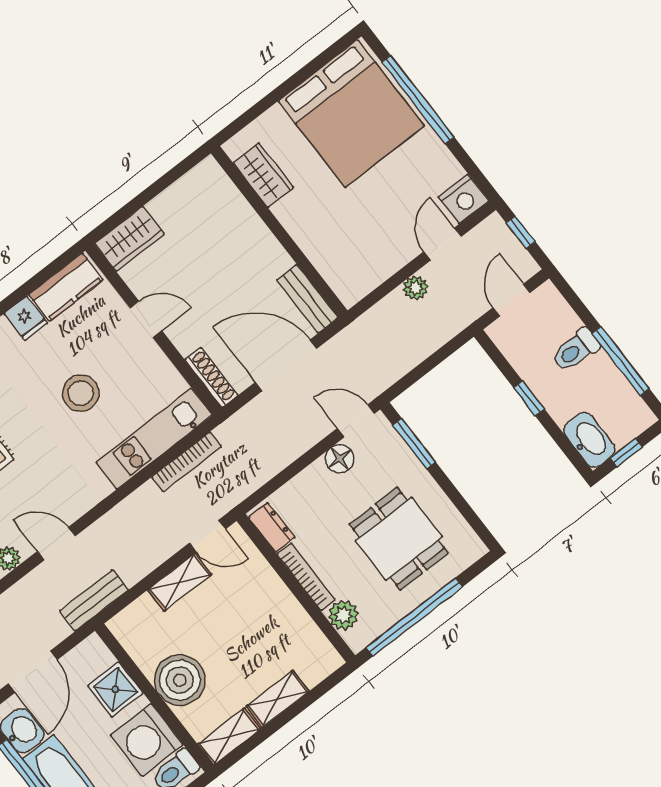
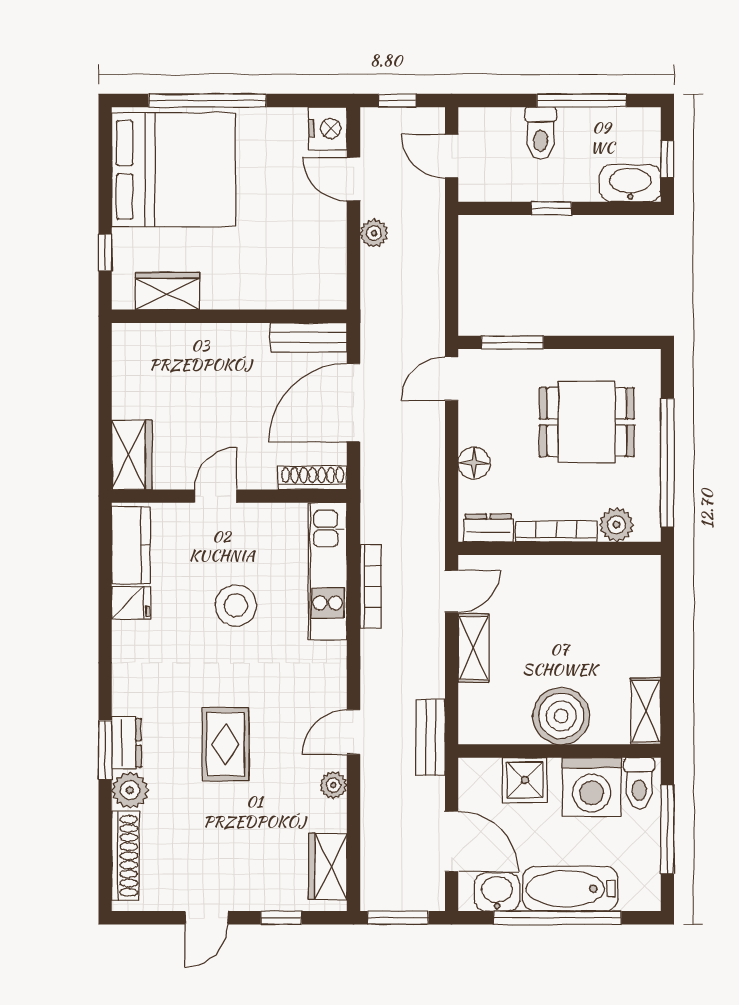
window: (256, 110) -> (105, 252), added
floor lamp: (340, 459) -> (474, 463), moved
bookcase: (186, 462) -> (371, 587), moved
shelving: (278, 699) -> (646, 642), removed

